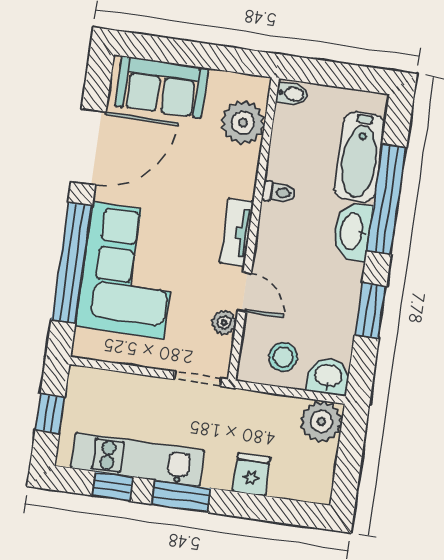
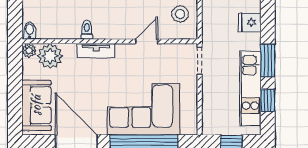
tv unit: (237, 232) -> (96, 51), moved
plant: (224, 322) -> (29, 50), moved

